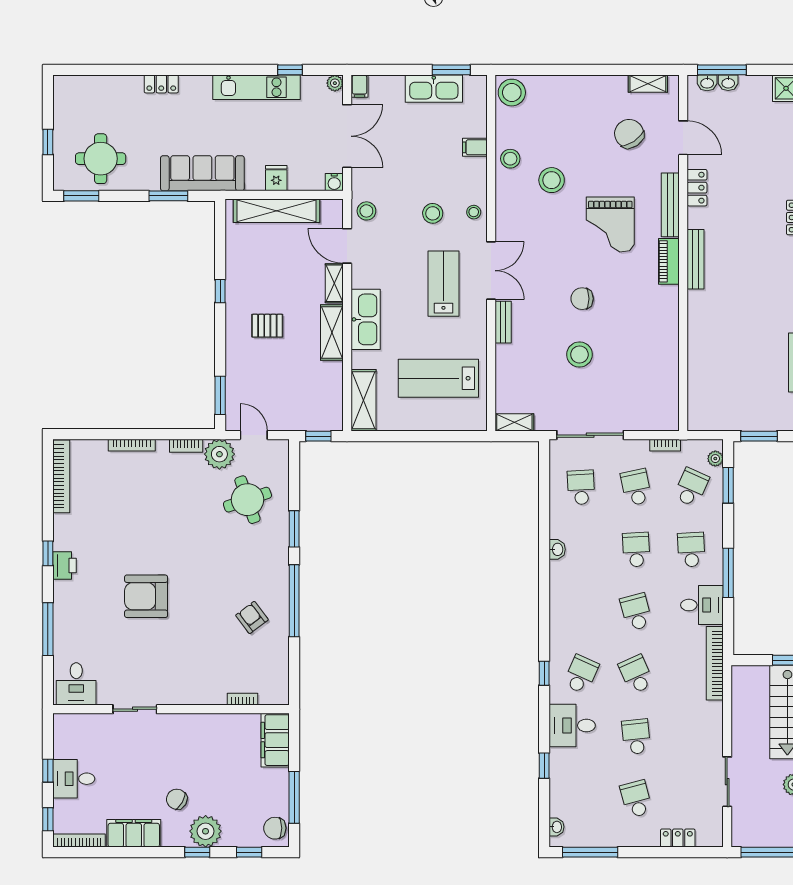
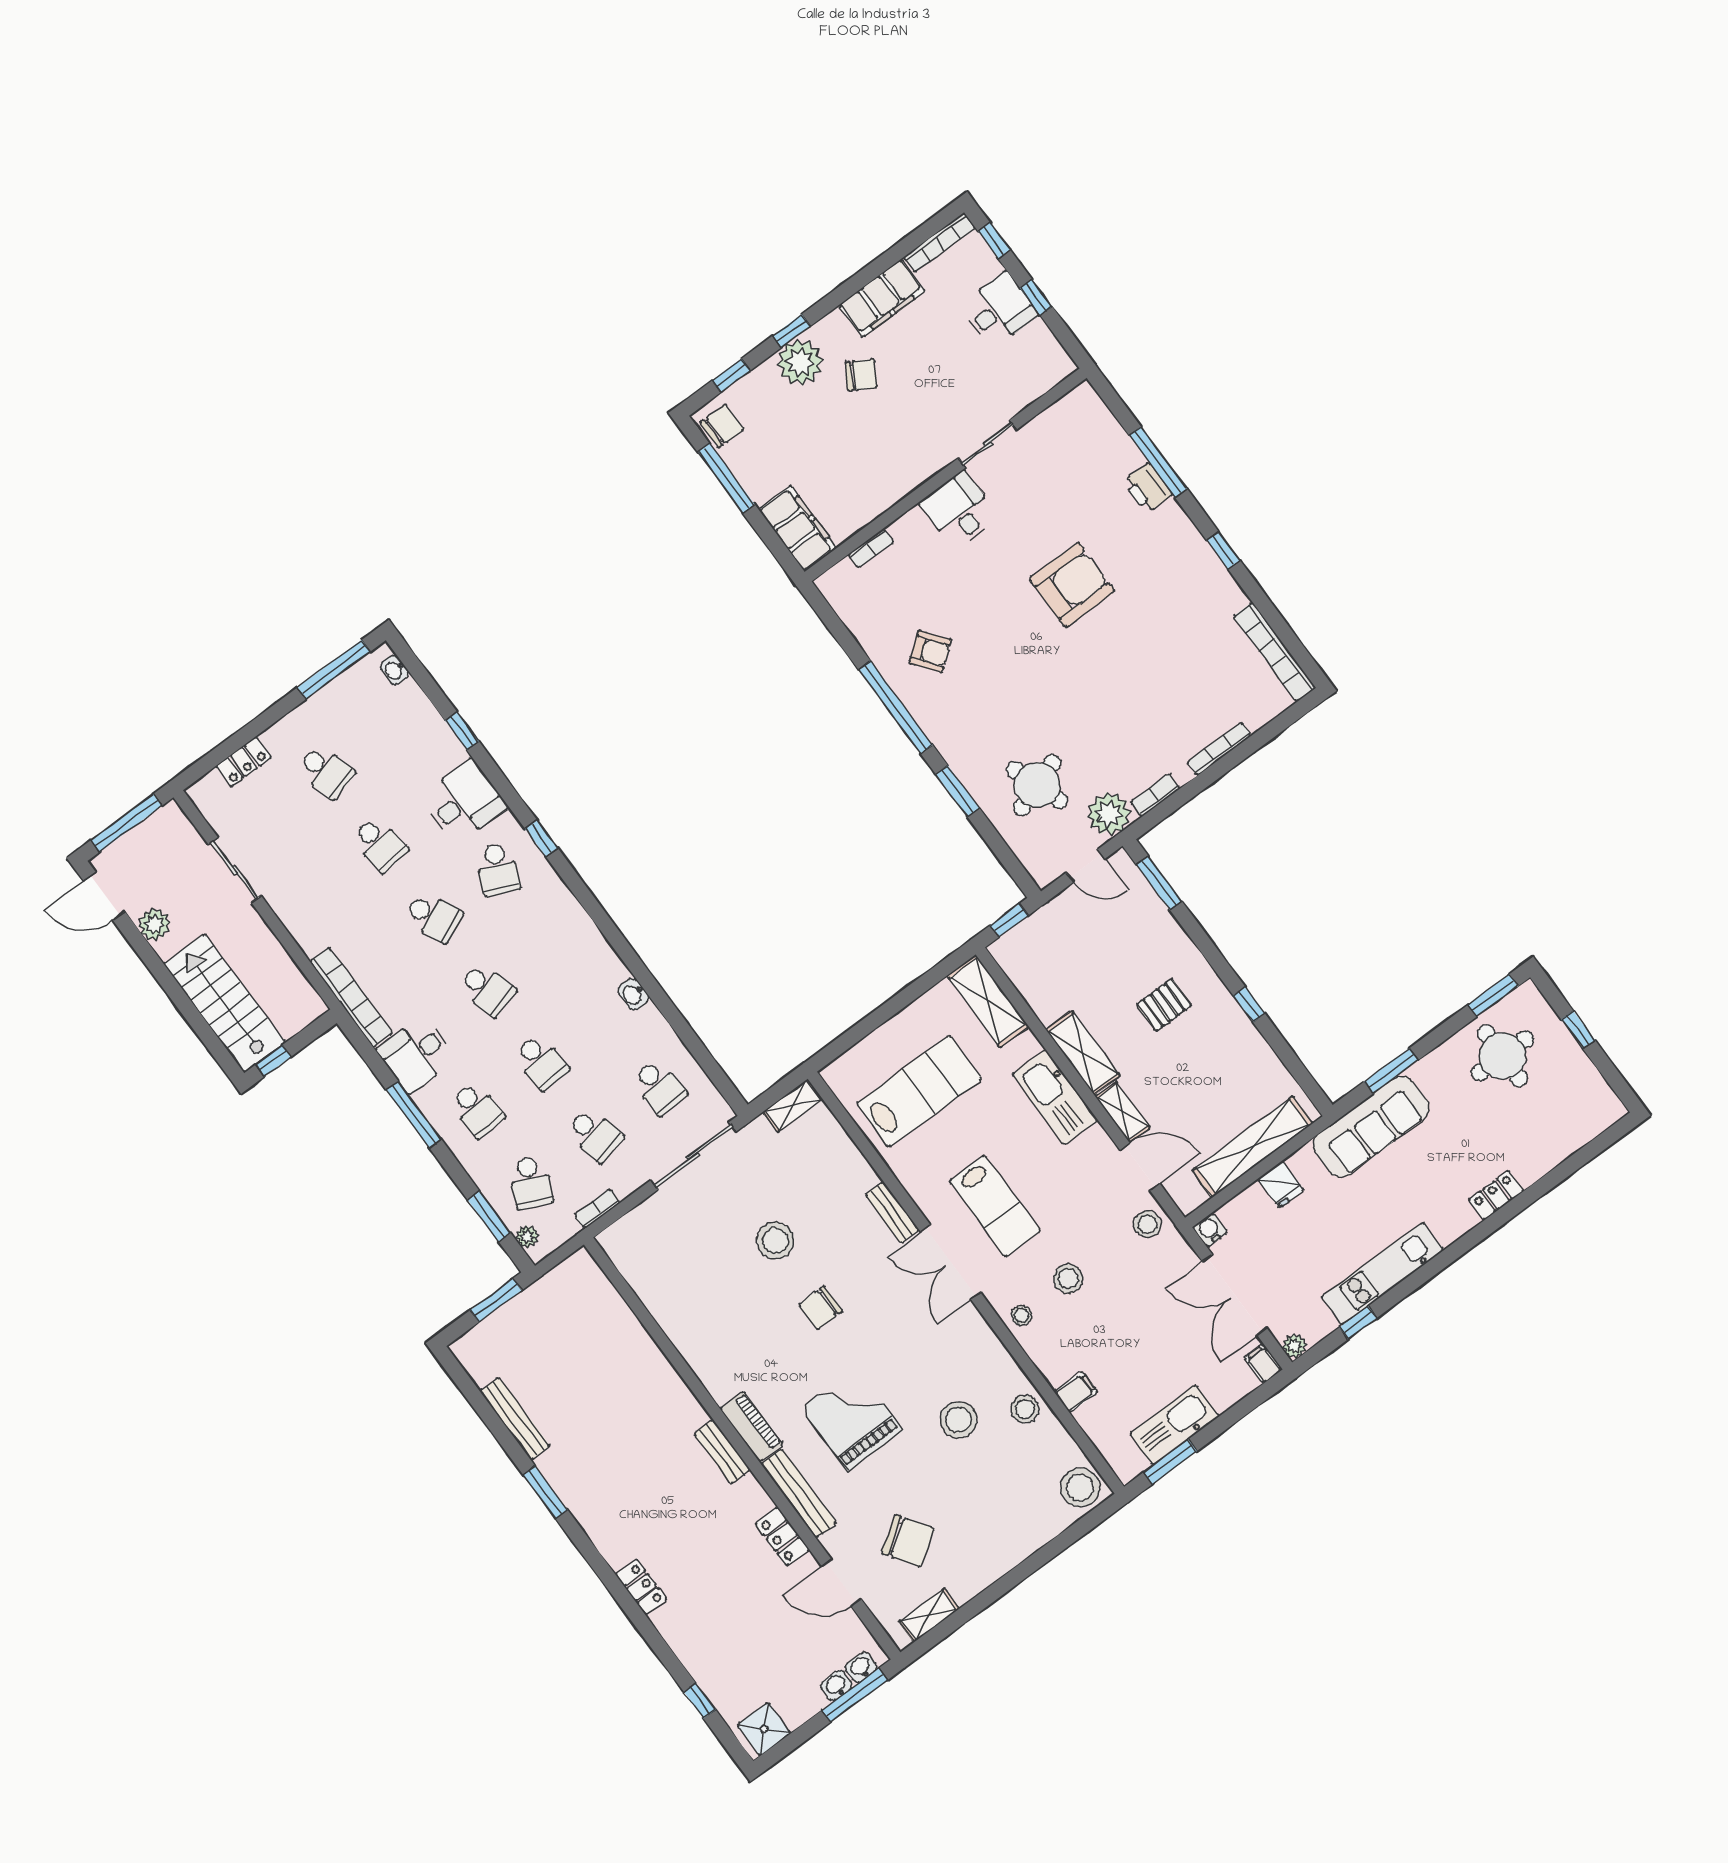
bench: (696, 259) -> (722, 1452), width x0.73
chair: (582, 299) -> (820, 1308), turned 180
printer: (65, 565) -> (1147, 488), moved
desk: (76, 684) -> (959, 510), moved

